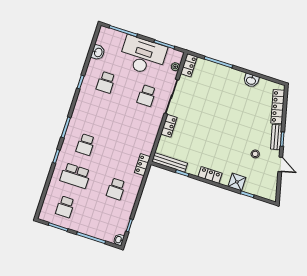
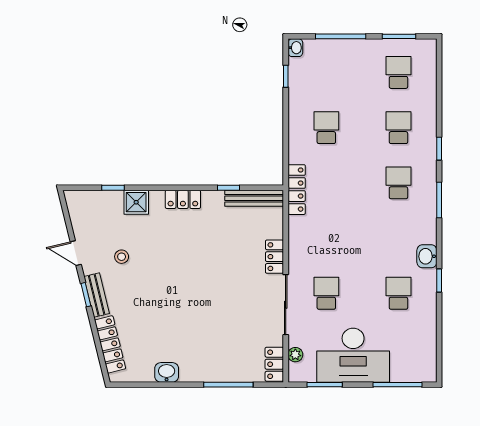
washbasin: (98, 52) -> (427, 256), moved
locker: (142, 165) -> (297, 190), width x1.53
school desk: (75, 176) -> (398, 128), width x0.54

